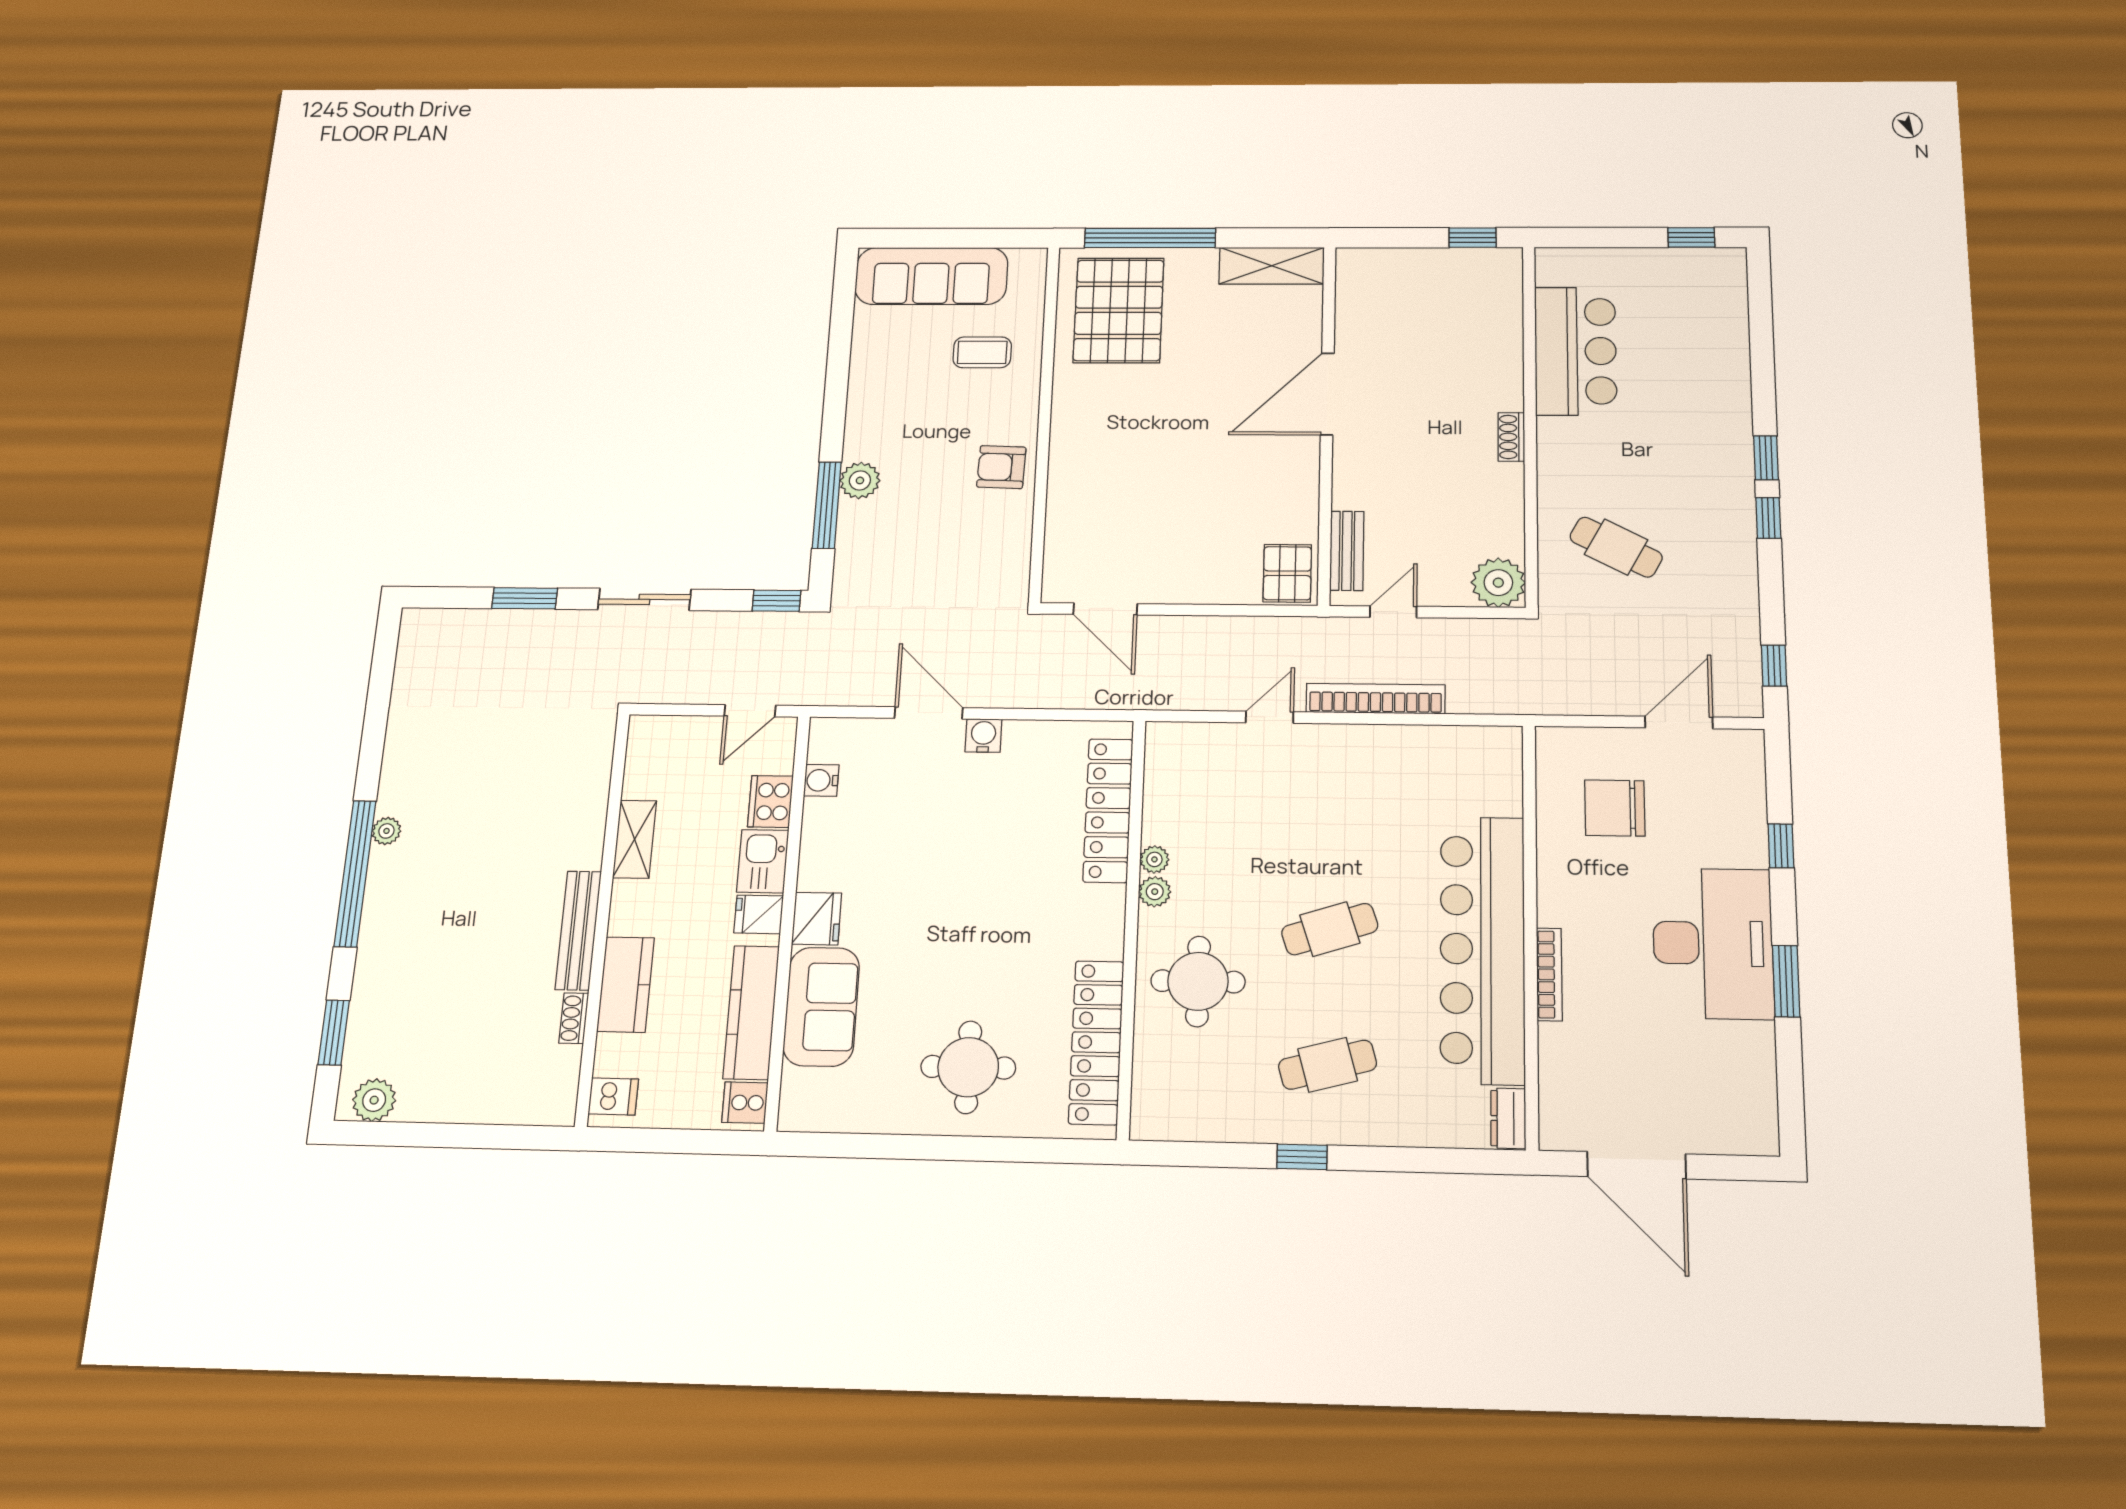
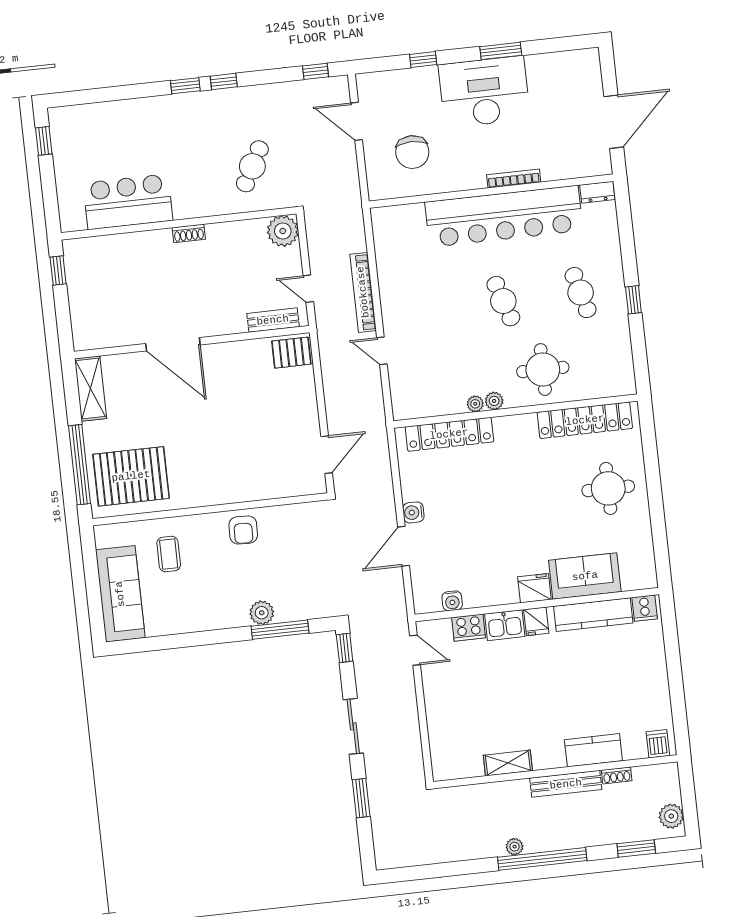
shelving: (635, 839) -> (508, 763), moved
wall: (603, 916) -> (555, 772), moved
bench: (578, 930) -> (566, 784), moved
kitchen counter: (626, 984) -> (593, 750), moved
shoe rack: (574, 1018) -> (617, 775), moved
dishwasher: (613, 1096) -> (658, 744), moved

